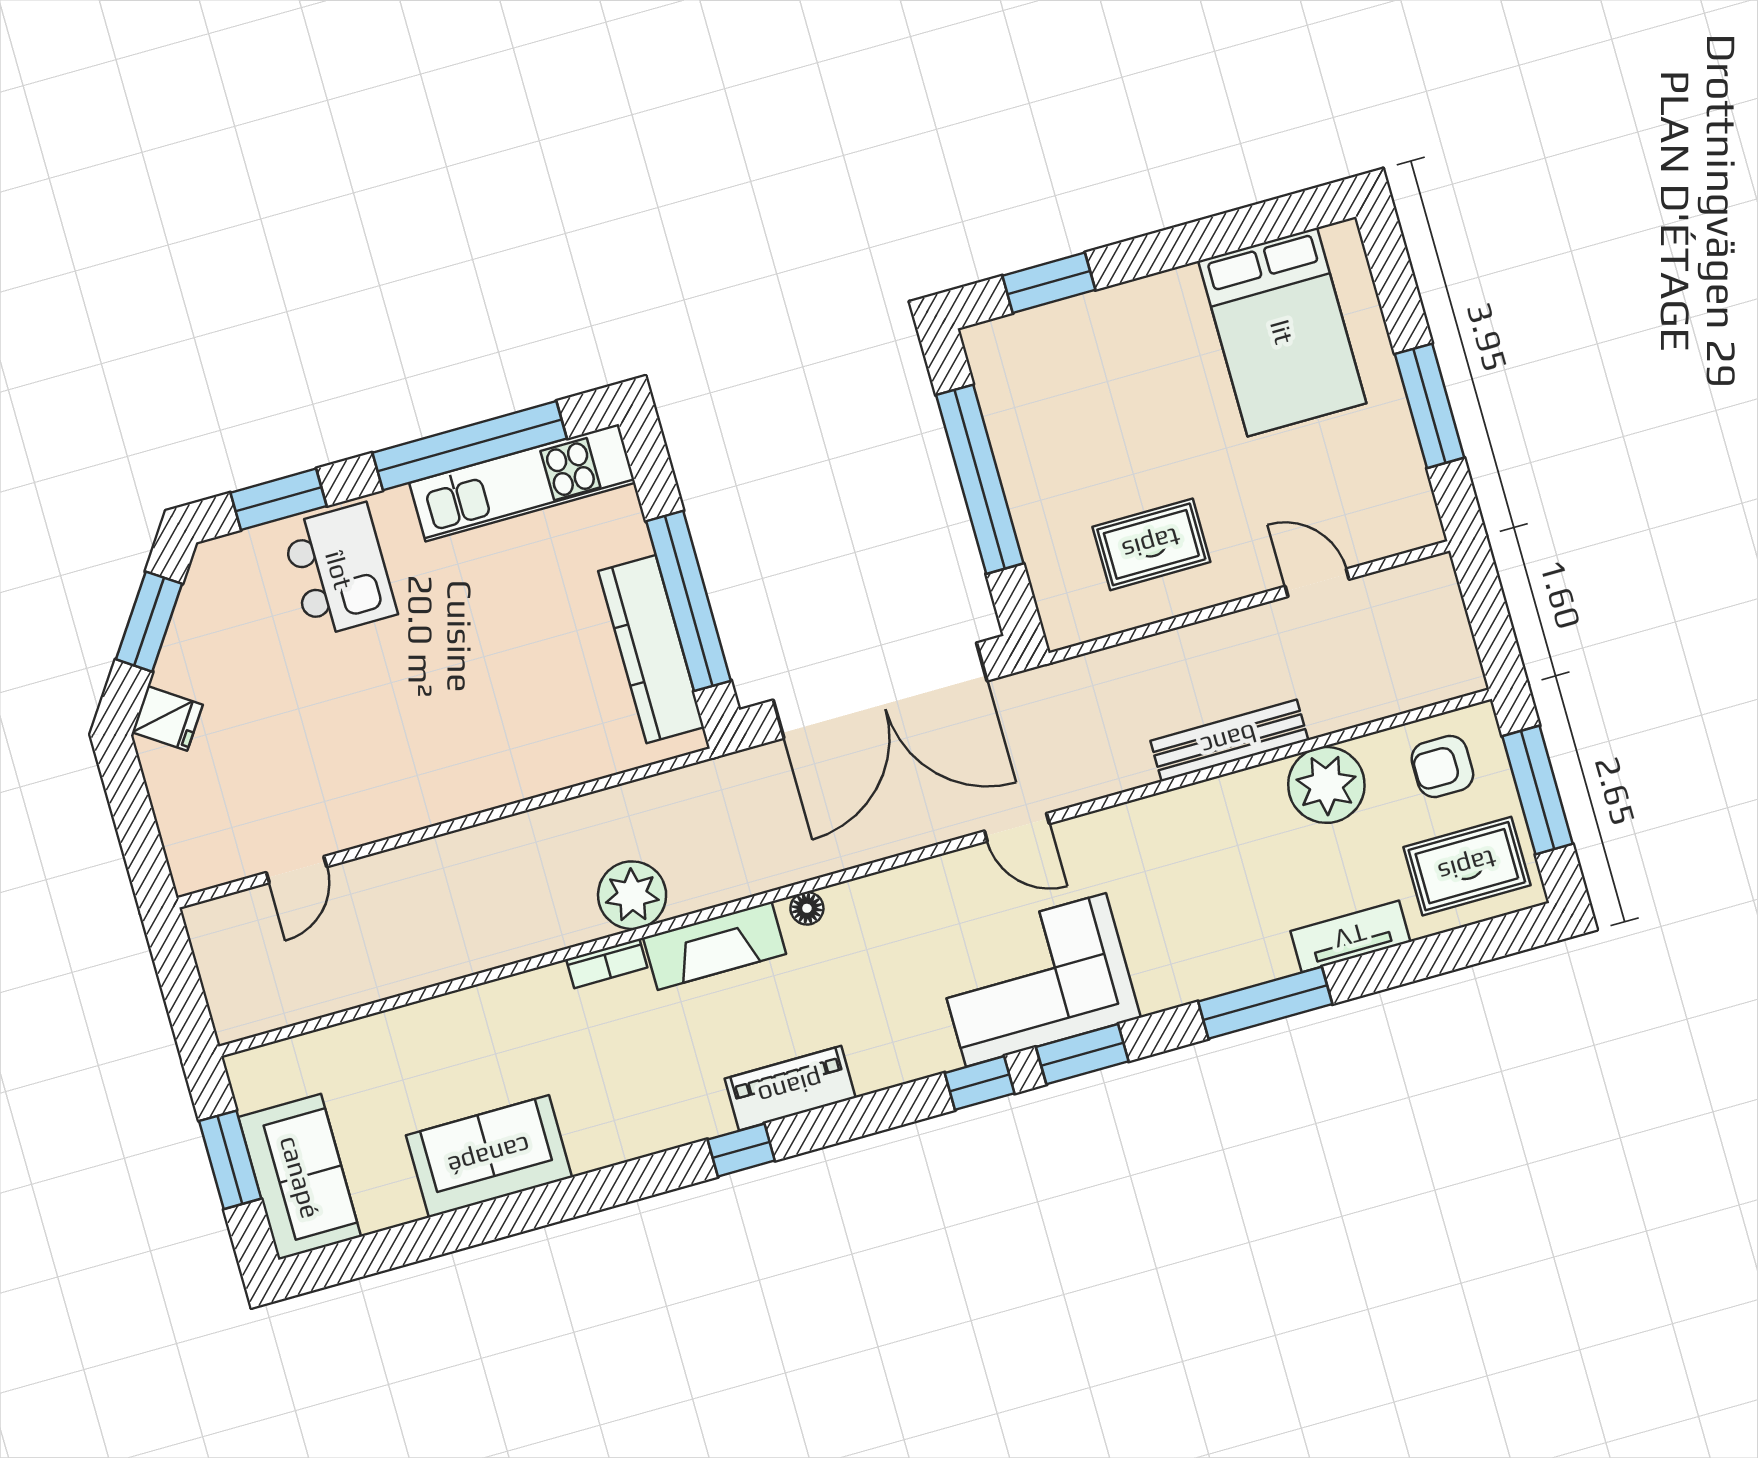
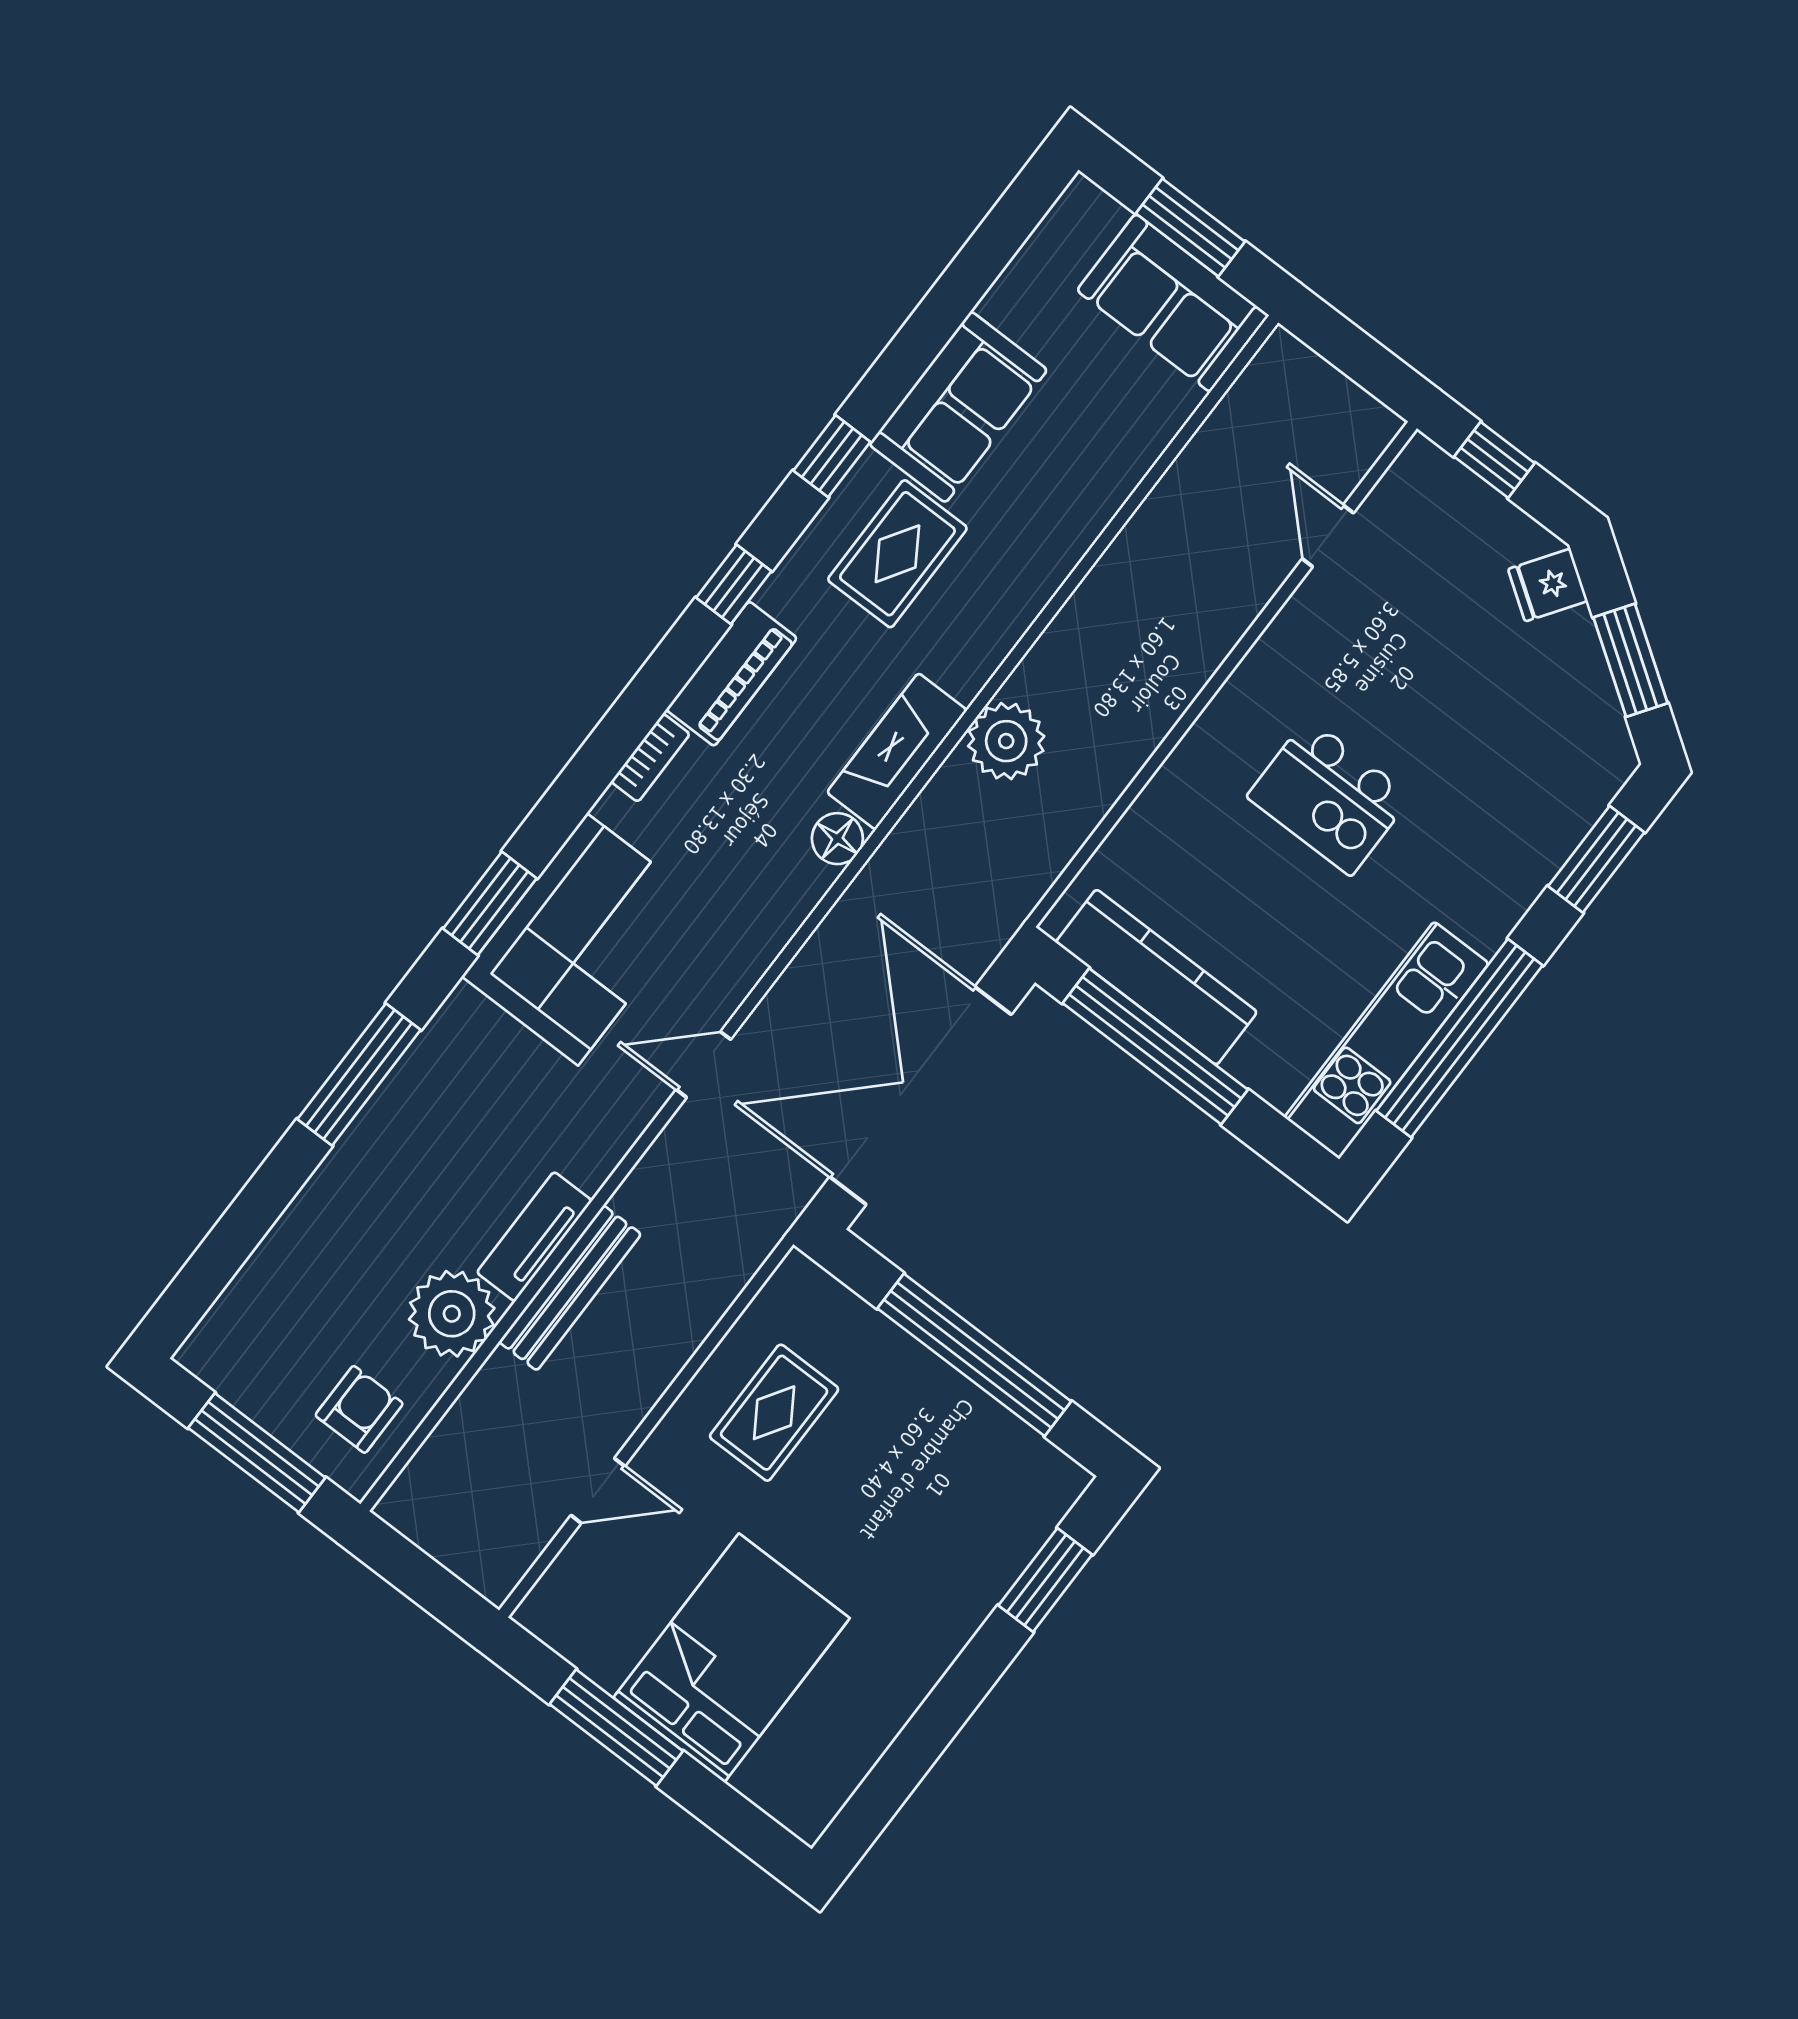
bed: (1282, 332) -> (732, 1658), moved, turned 90
kitchen island: (339, 570) -> (1329, 797), moved
window: (139, 835) -> (1494, 460), added
rug: (1467, 866) -> (897, 554), moved
floor lamp: (807, 908) -> (837, 839), width x1.37, depth x1.37
tv unit: (1350, 936) -> (534, 1237), moved, turned 180
bookcase: (607, 963) -> (650, 758), moved, turned 180
window: (980, 1083) -> (832, 456), moved
sofa: (300, 1177) -> (1173, 303), moved

